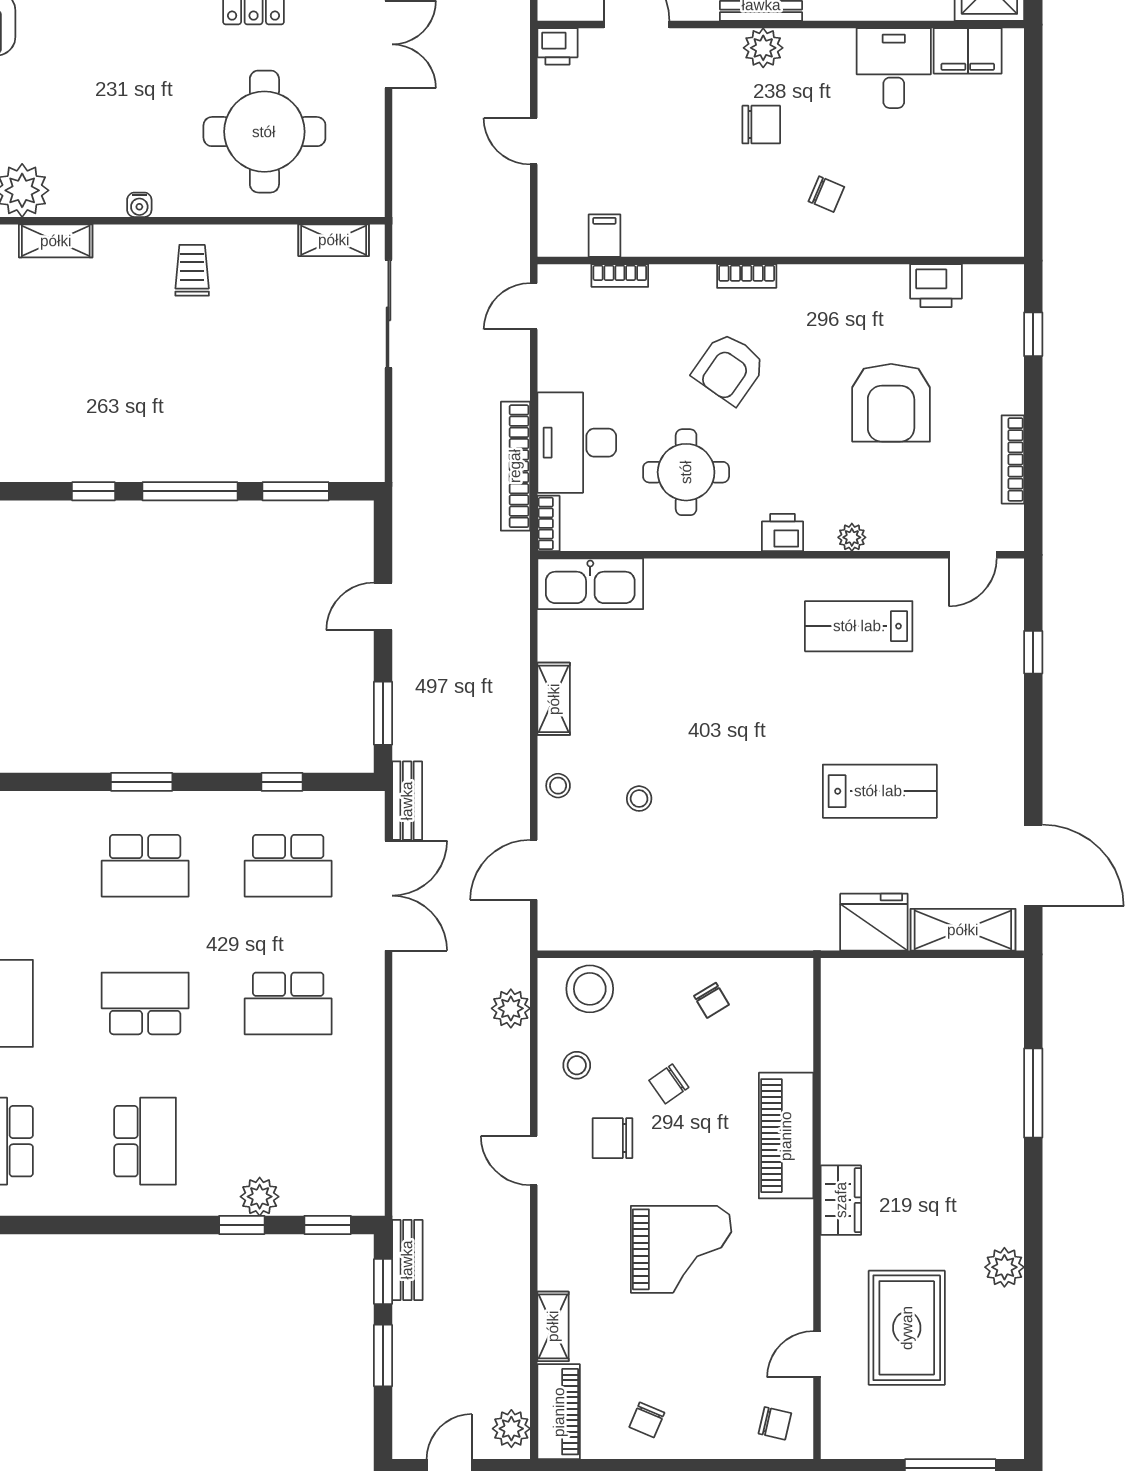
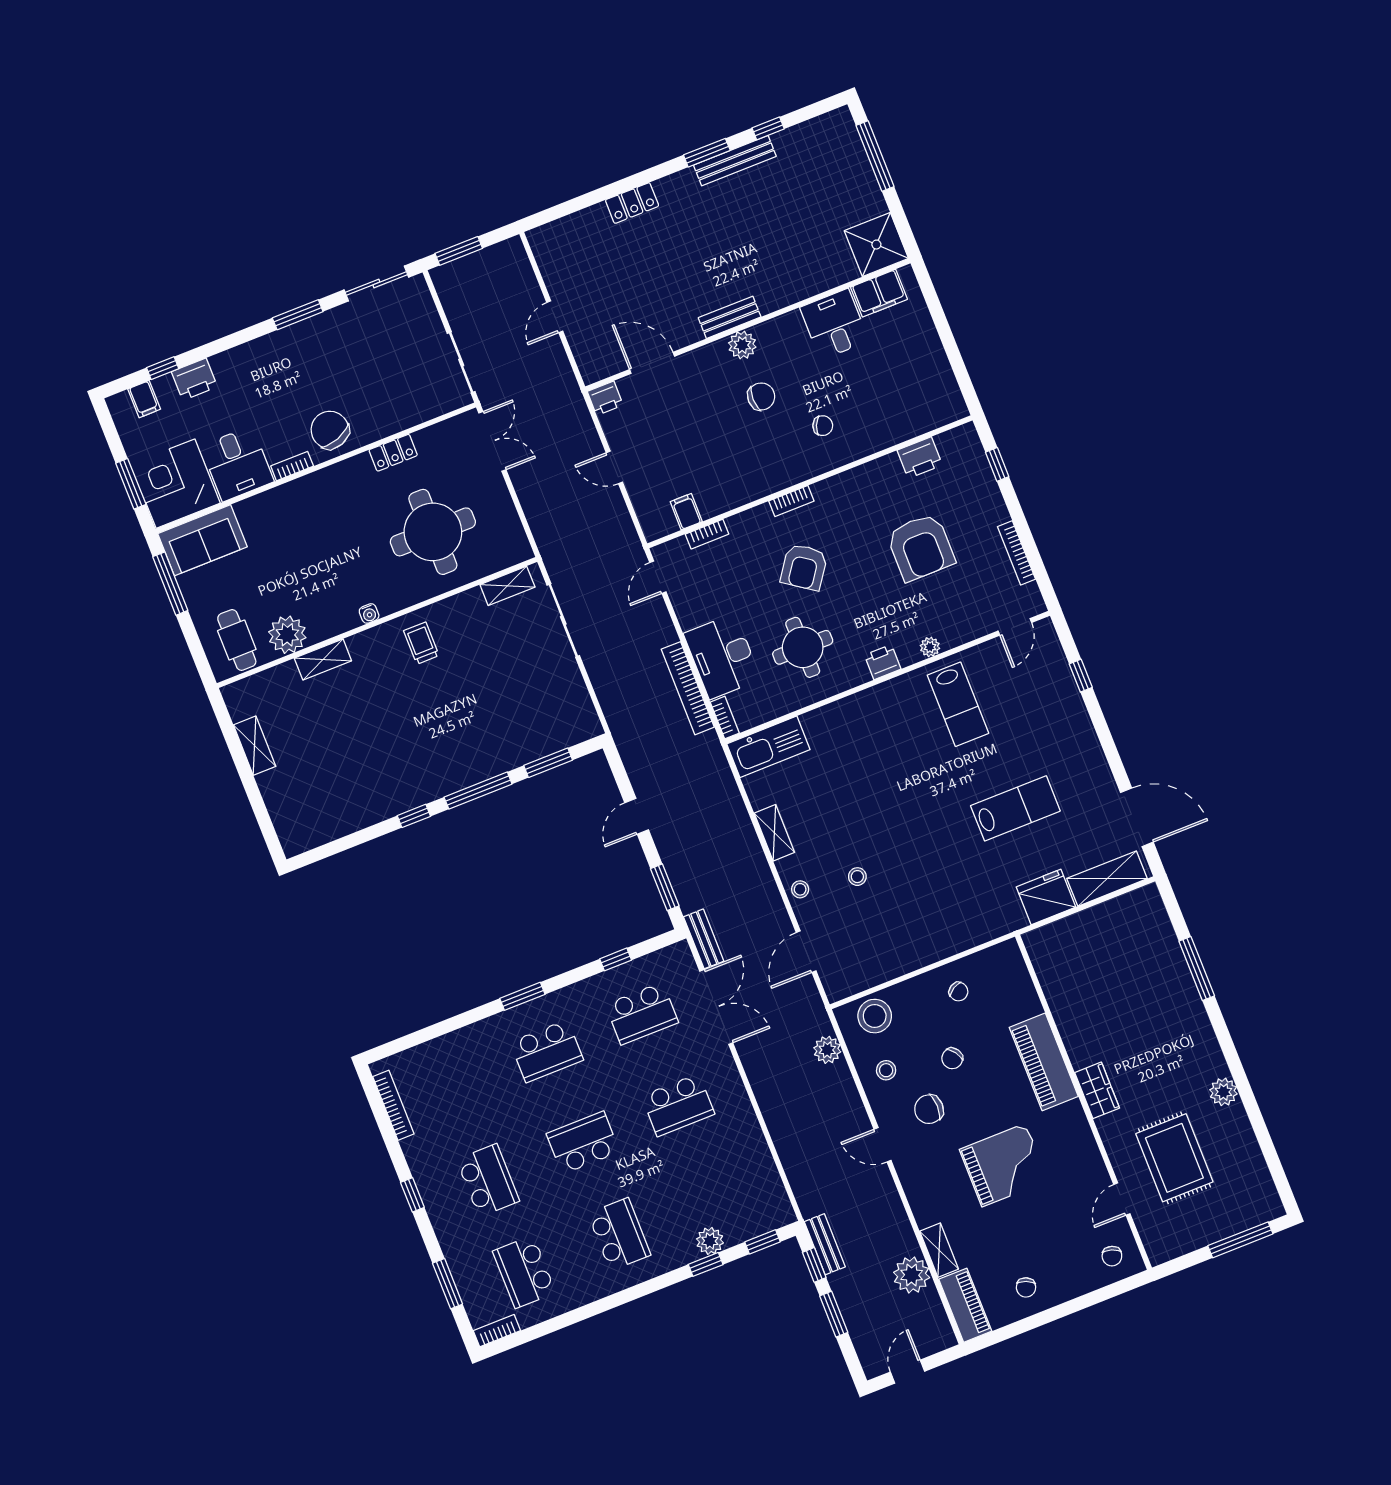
lab bench: (859, 626) -> (958, 704), turned -90
chair: (775, 1423) -> (1112, 1256), turned 95
plant: (511, 1429) -> (912, 1275), moved, width x1.36, depth x1.36

